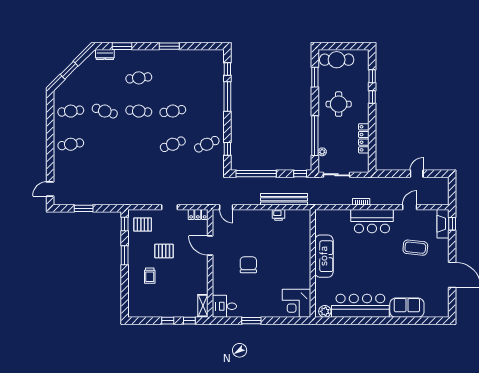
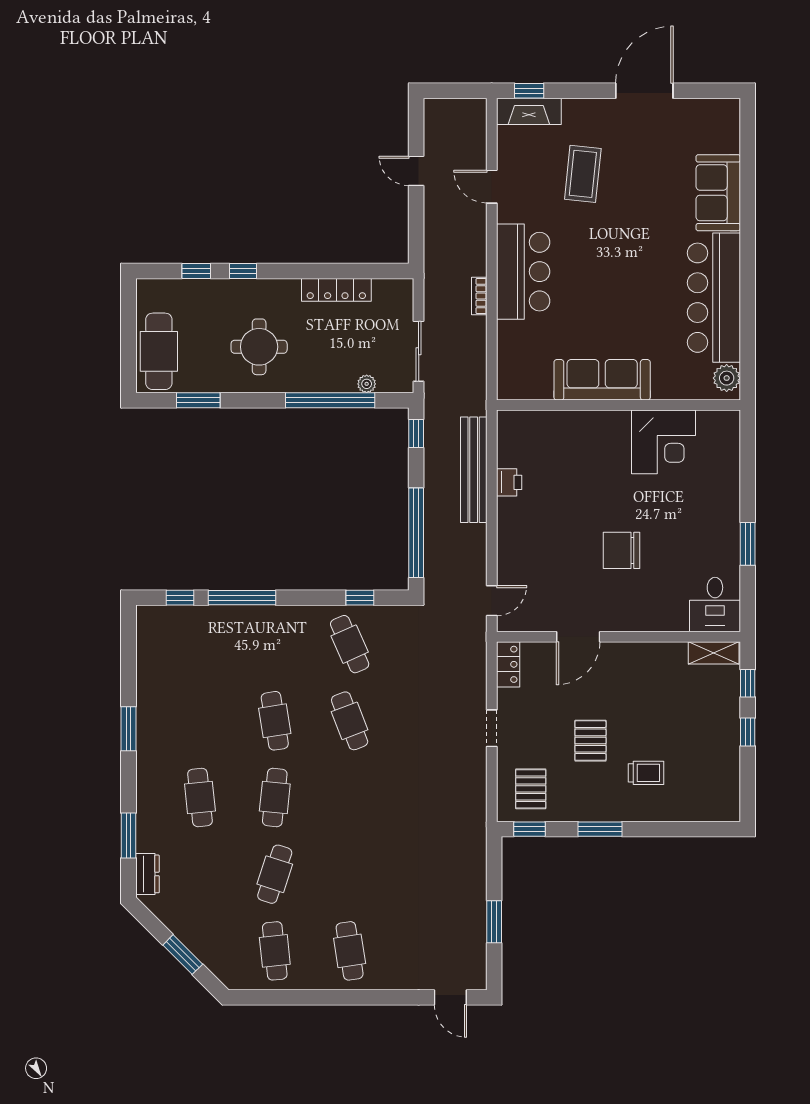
corner desk: (296, 303) -> (664, 442), moved

